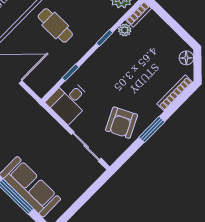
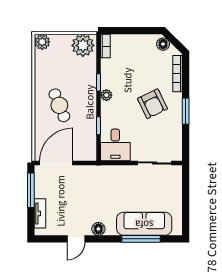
cafe table: (55, 25) -> (59, 105), turned 68
plant: (125, 30) -> (106, 95), moved
armchair: (122, 123) -> (152, 104), moved

